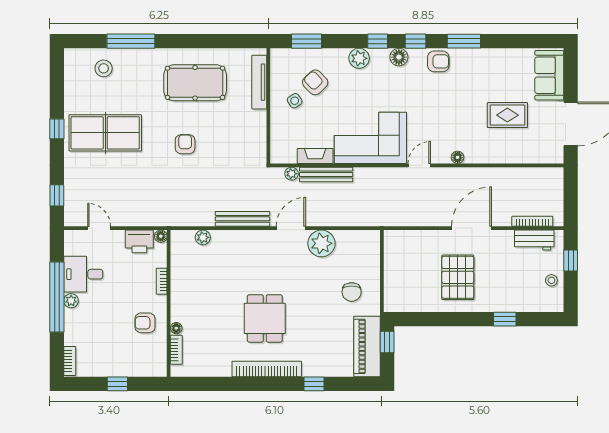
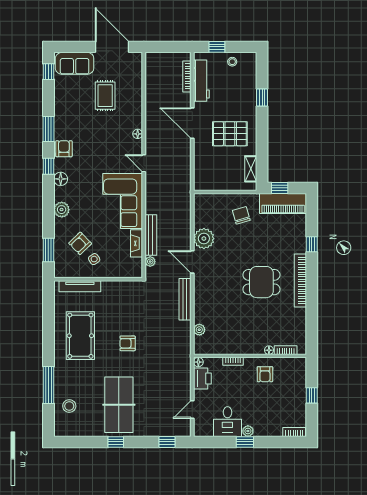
window: (378, 41) -> (48, 72), moved
workbench: (534, 240) -> (201, 81), width x1.38
chair: (352, 292) -> (241, 215), turned -106
window: (57, 297) -> (245, 442), width x0.32
shelving: (412, 304) -> (251, 169), added

